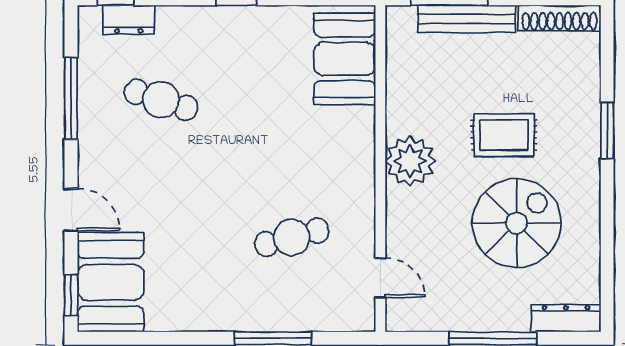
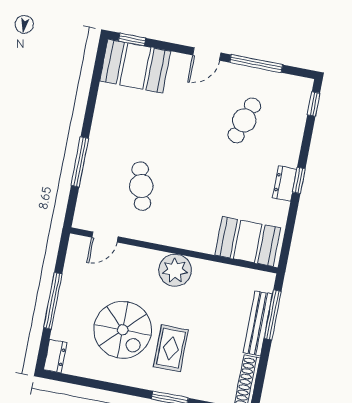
dresser: (129, 20) -> (285, 183), moved
rug: (504, 135) -> (171, 348), moved
door: (71, 210) -> (207, 54), moved
dresser: (566, 318) -> (55, 356), width x0.70

